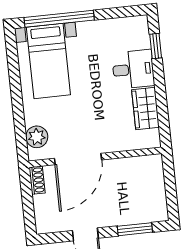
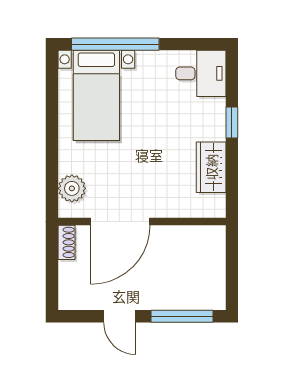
window: (156, 46) -> (232, 123), moved
desk: (133, 69) -> (201, 73), moved
window: (135, 229) -> (182, 316), width x1.44

